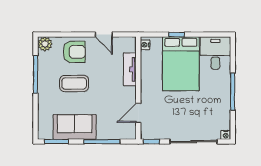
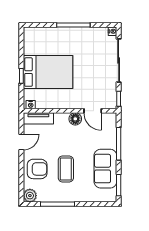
armchair: (74, 52) -> (37, 169), turned 90
desk: (215, 53) -> (38, 41), removed
tv unit: (130, 69) -> (38, 118), moved
floor lamp: (129, 94) -> (75, 119), added

